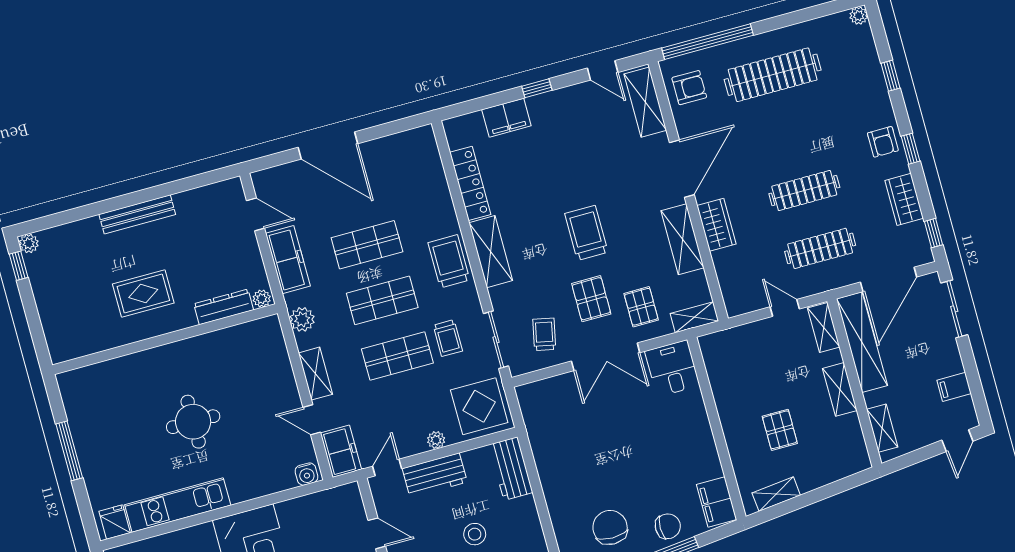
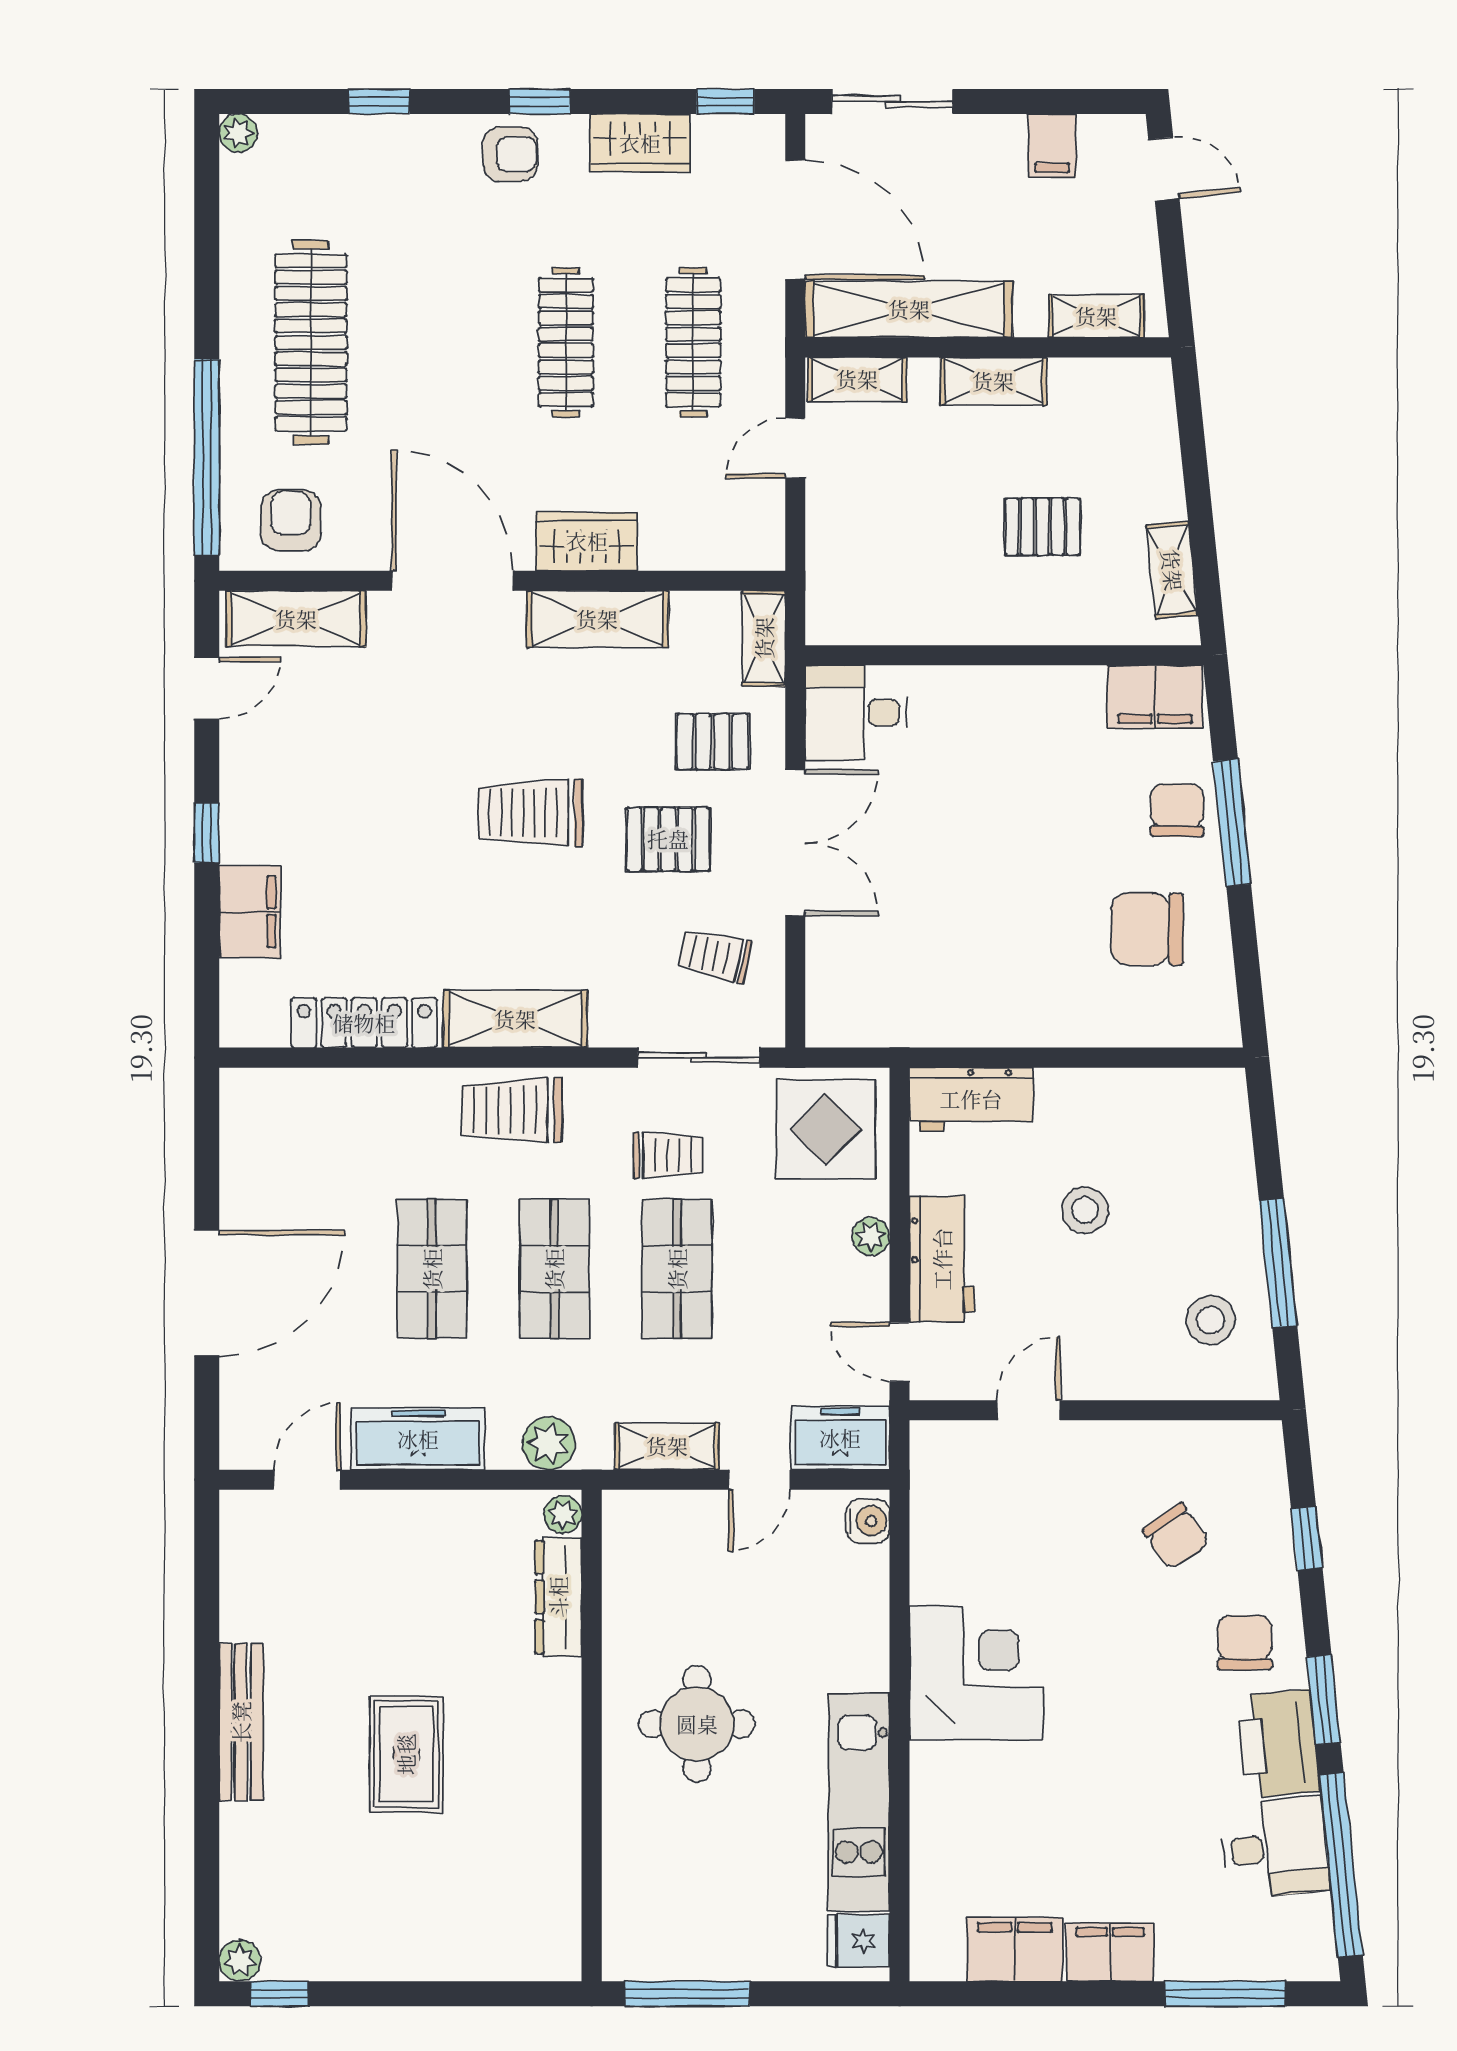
plant: (262, 299) -> (563, 1514), moved
dresser: (224, 307) -> (558, 1597), moved
wall: (165, 339) -> (592, 1736), moved

